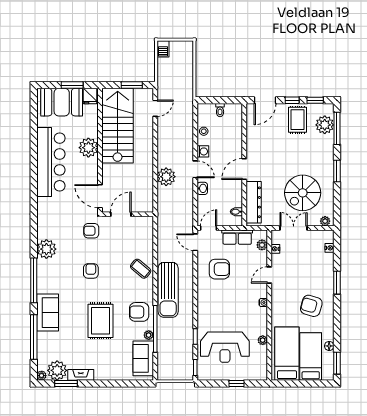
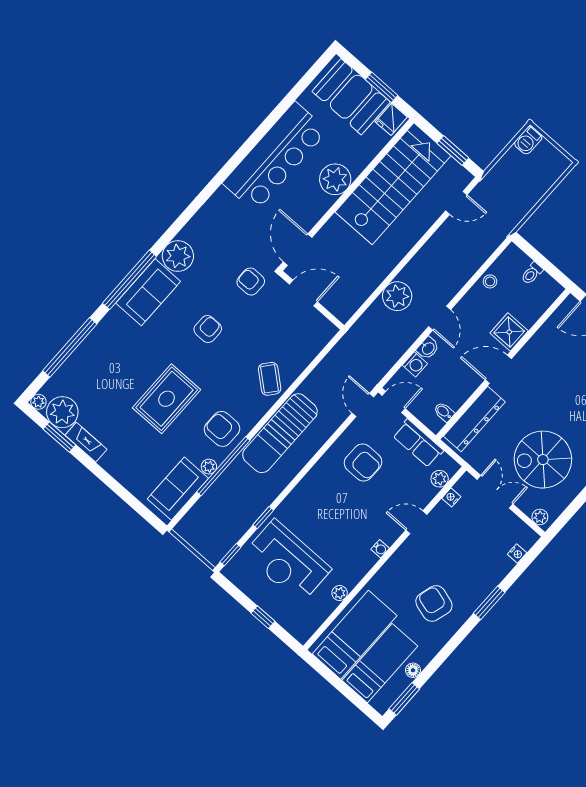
shower: (234, 147) -> (509, 332), added
washing machine: (203, 151) -> (415, 364), moved
sofa: (48, 313) -> (148, 292), moved

